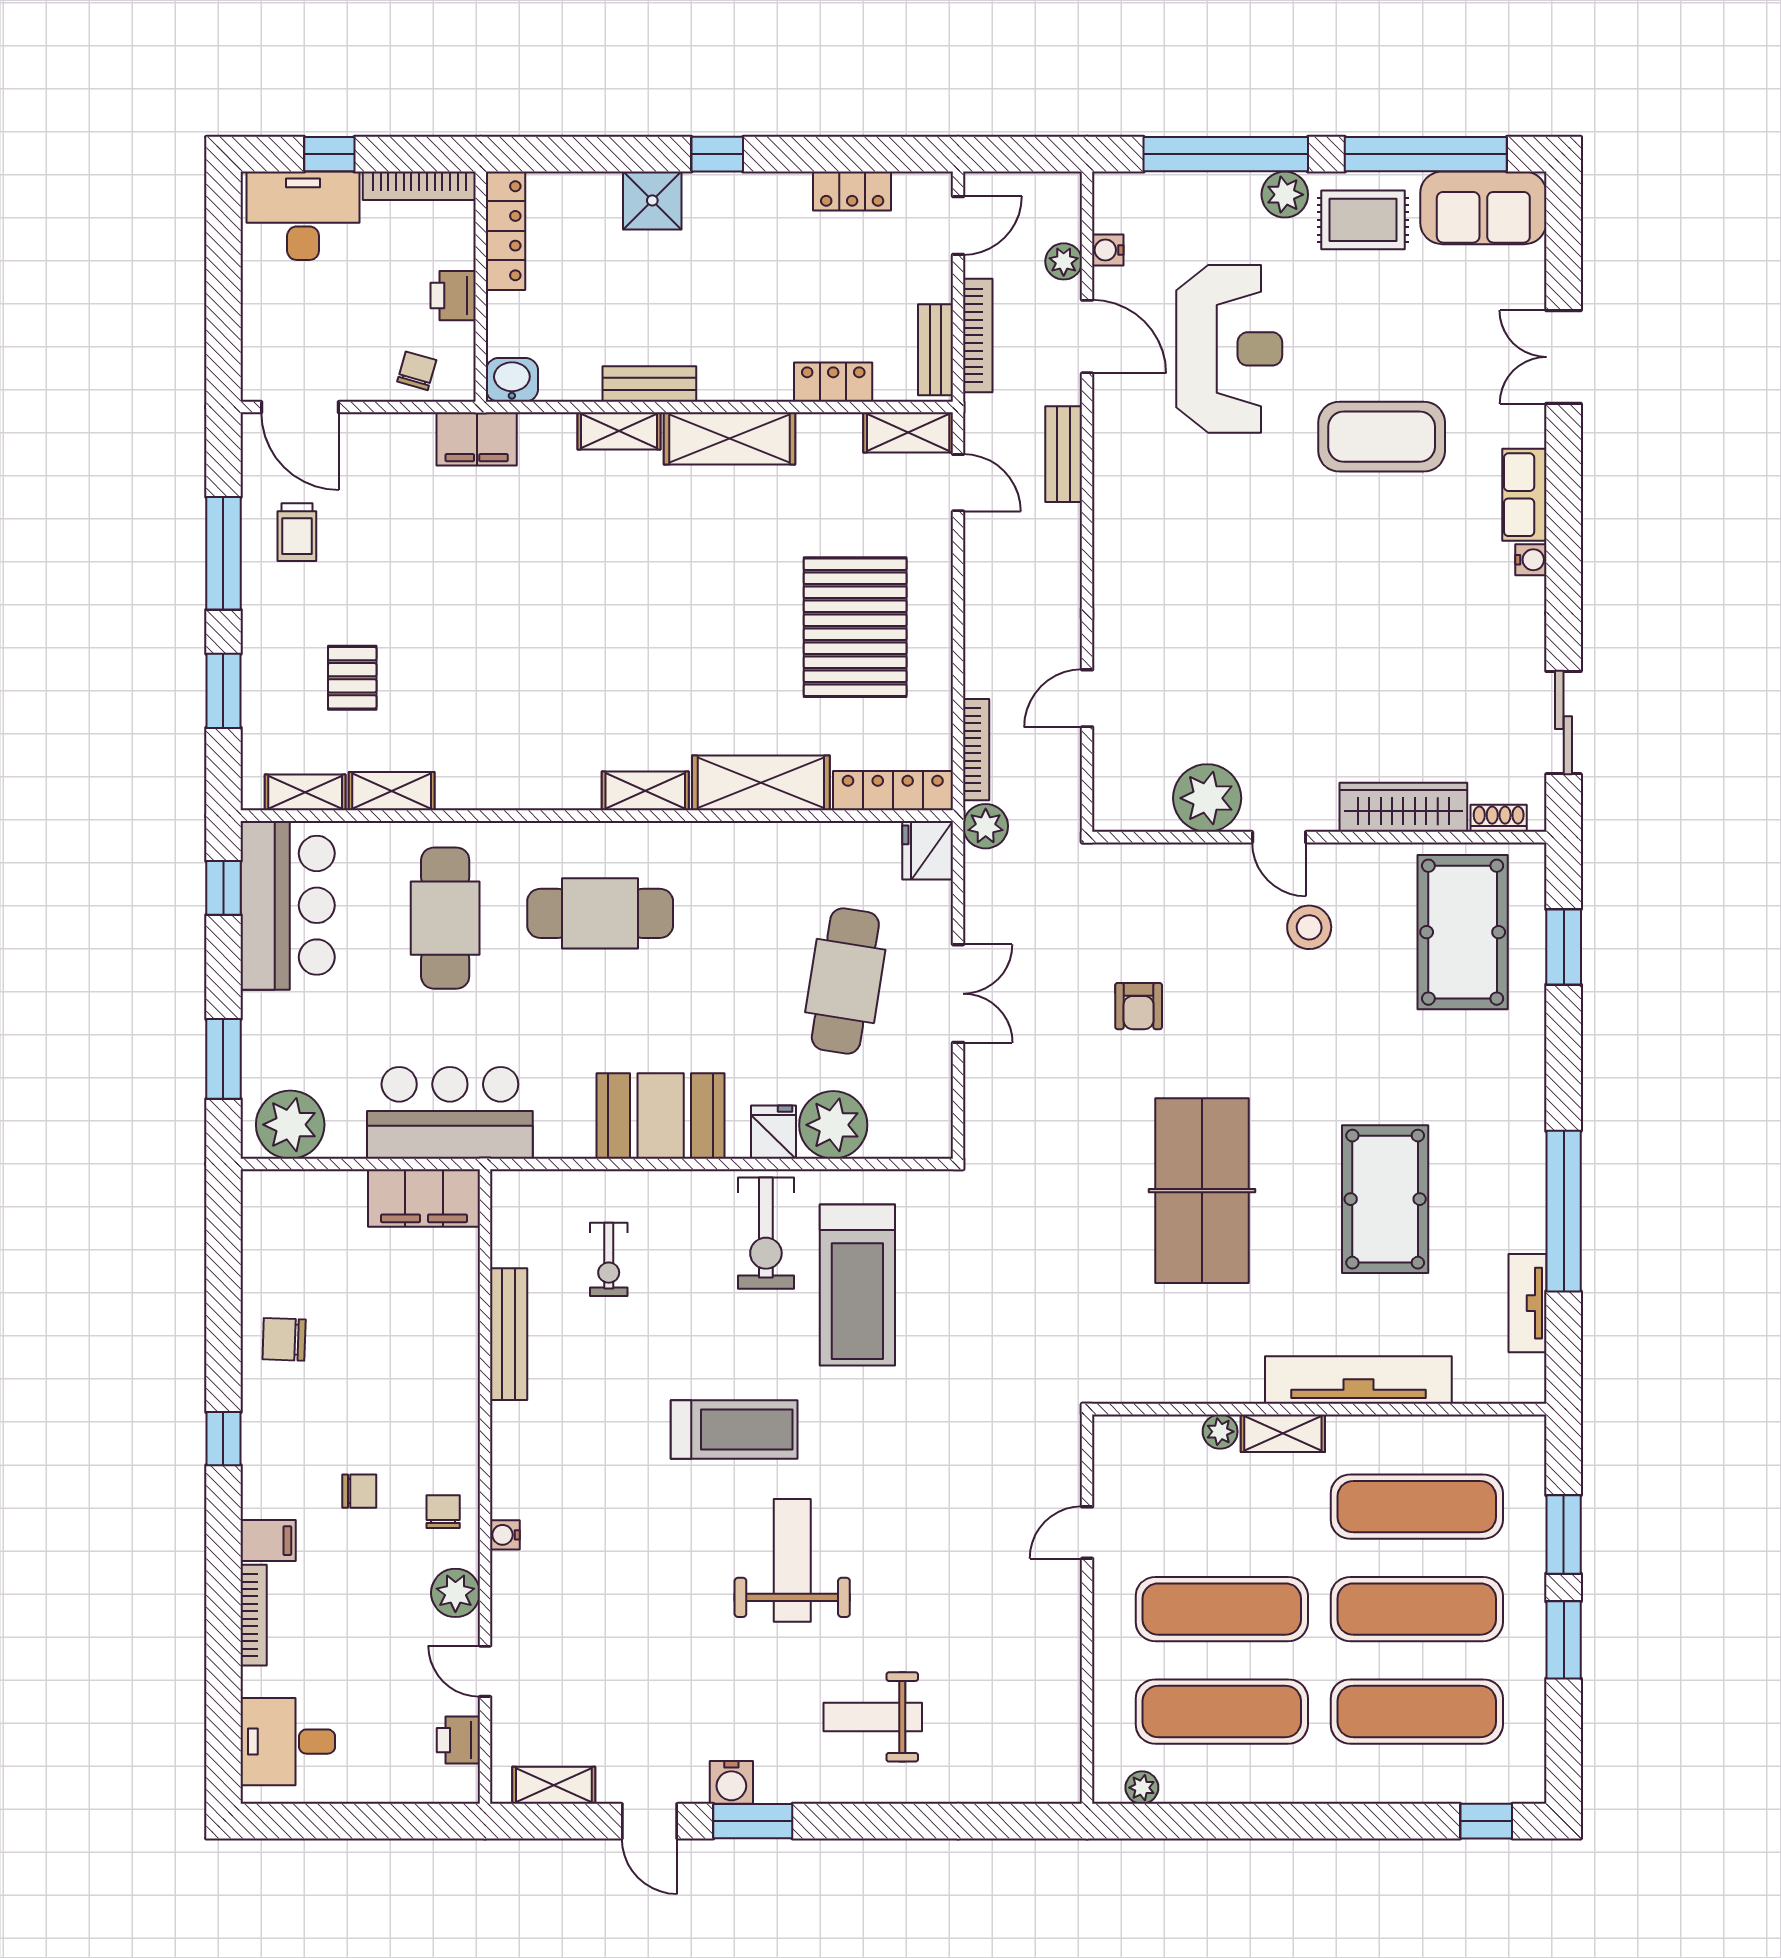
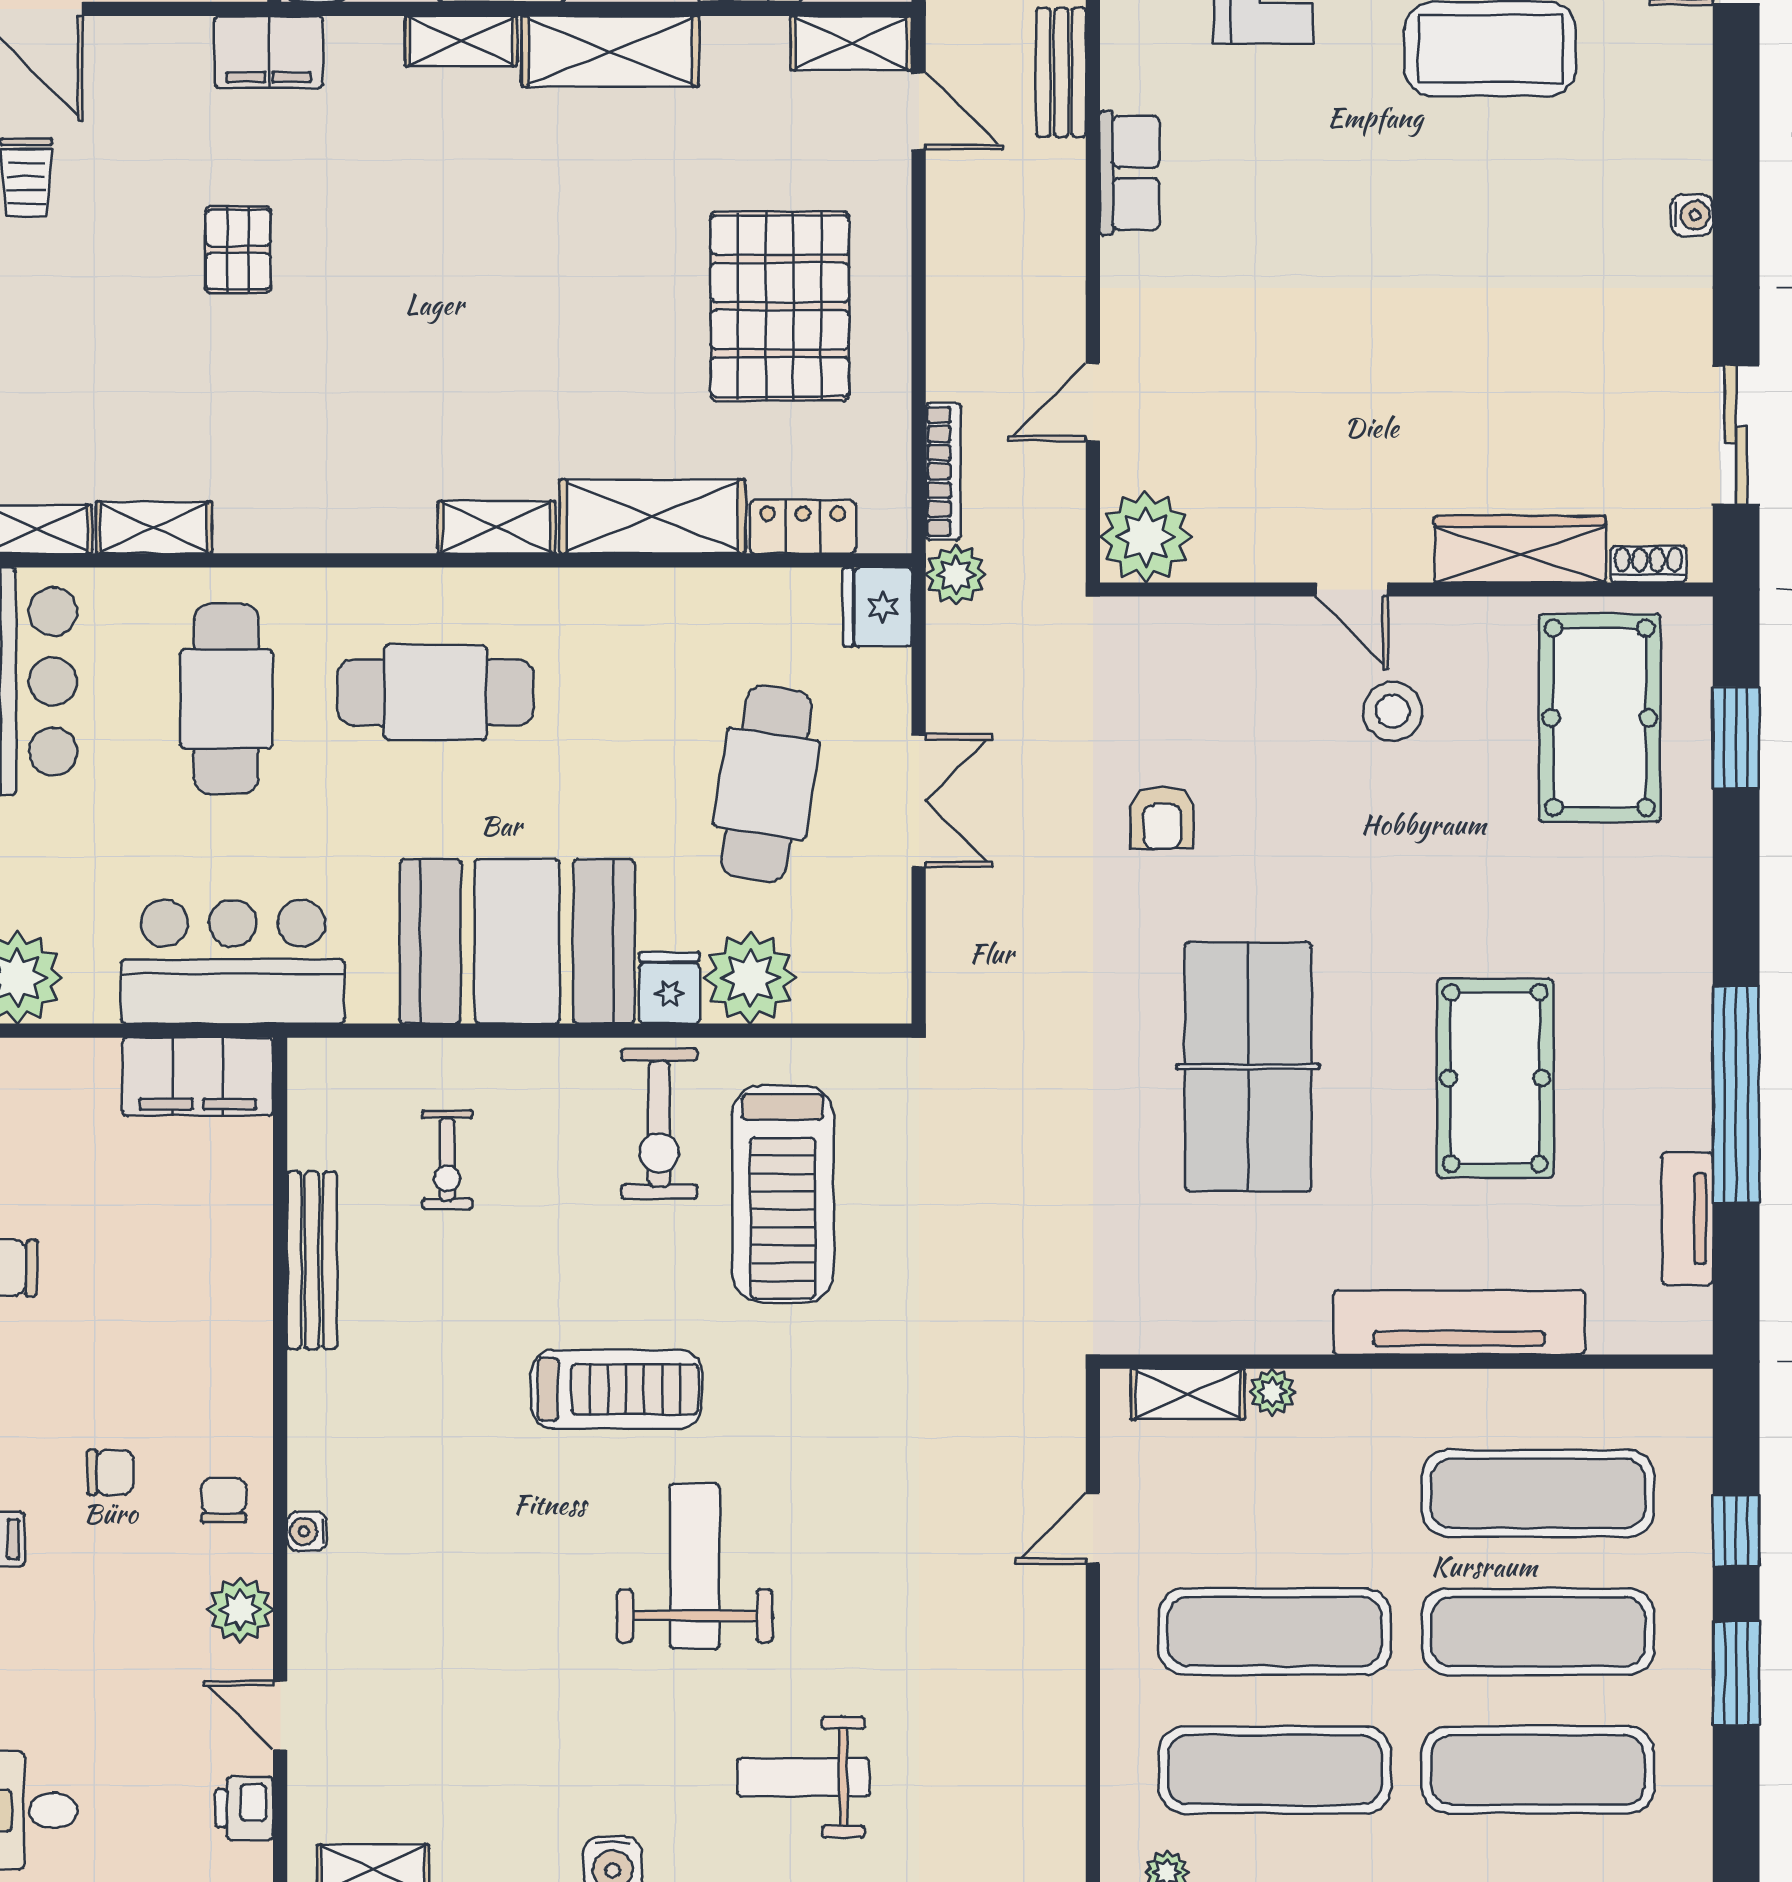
row of seats: (1524, 495) -> (1130, 173), moved, turned 180
pallet: (352, 678) -> (238, 250), moved
locker: (893, 791) -> (803, 527), width x0.66
plant: (1207, 798) -> (1146, 537), moved
booth: (661, 1116) -> (517, 941), width x1.36, depth x1.42
shelving: (1283, 1433) -> (1188, 1394), moved
window: (1564, 1534) -> (1736, 1531), width x0.67

